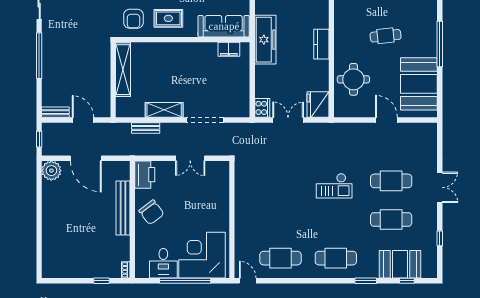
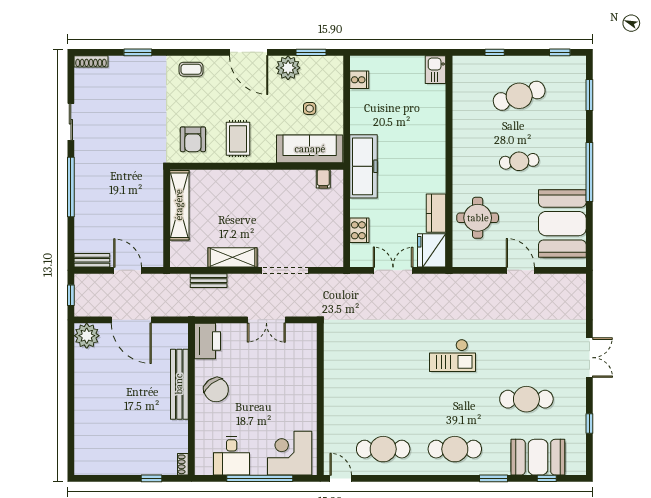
rug: (168, 18) -> (238, 139), turned 90
kitchen counter: (321, 44) -> (436, 213), moved
filing cabinet: (229, 49) -> (323, 179), width x0.50
cooker: (262, 108) -> (359, 230), moved
cafe table: (391, 181) -> (526, 349), removed
corner desk: (202, 255) -> (290, 453), width x0.74, depth x0.74

